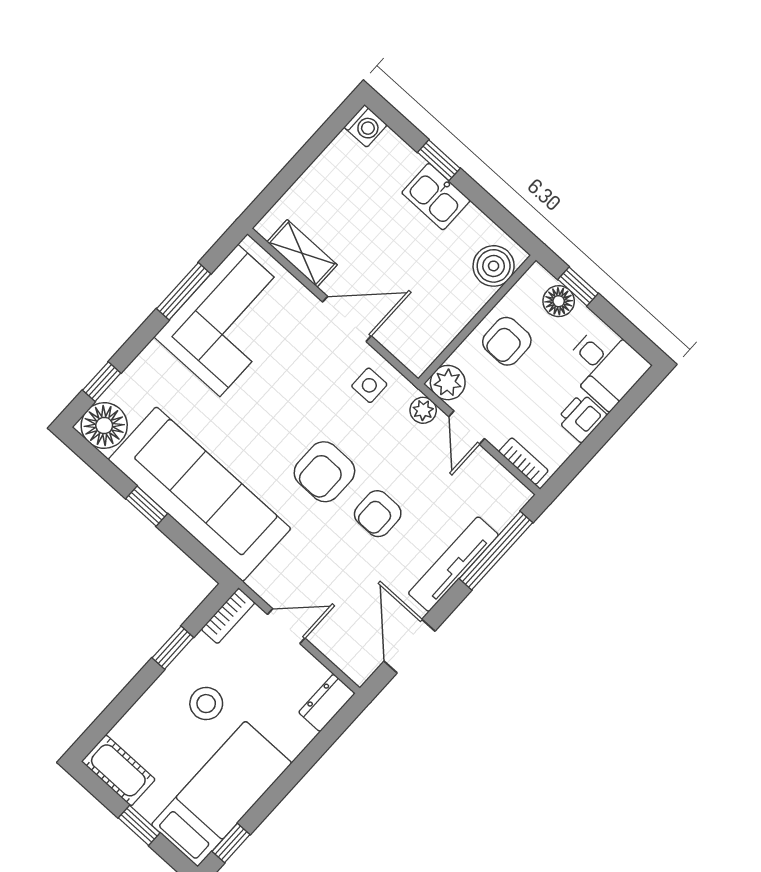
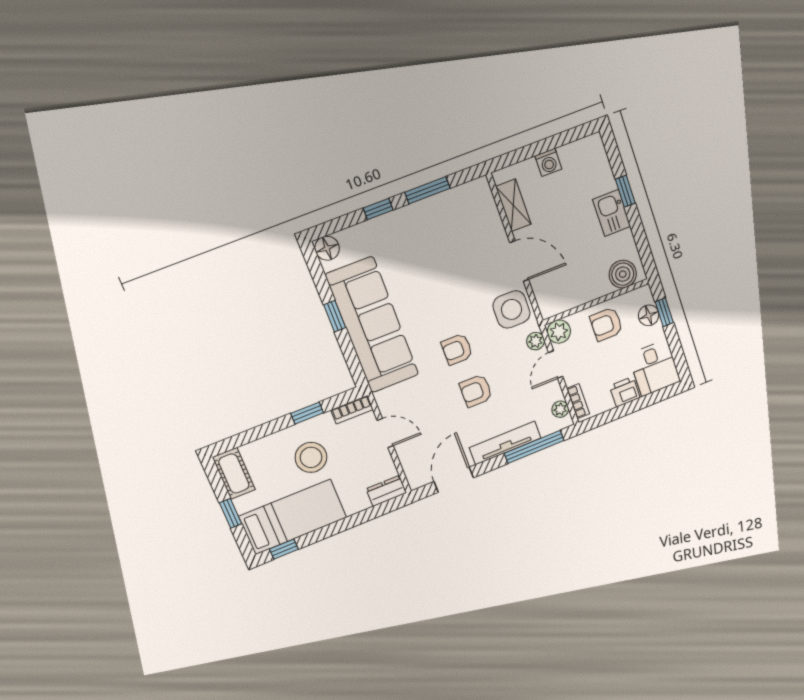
washing machine: (366, 126) -> (548, 162), moved
corner sofa: (229, 320) -> (446, 224), removed
window: (102, 382) -> (378, 209), moved
side table: (369, 385) -> (512, 309), width x1.87, depth x1.87
floor lamp: (104, 426) -> (327, 248), width x0.73, depth x0.73
armchair: (324, 472) -> (457, 349), width x0.72, depth x0.72
plant: (505, 484) -> (560, 409), added
stool: (206, 704) -> (311, 457), width x1.38, depth x1.38

